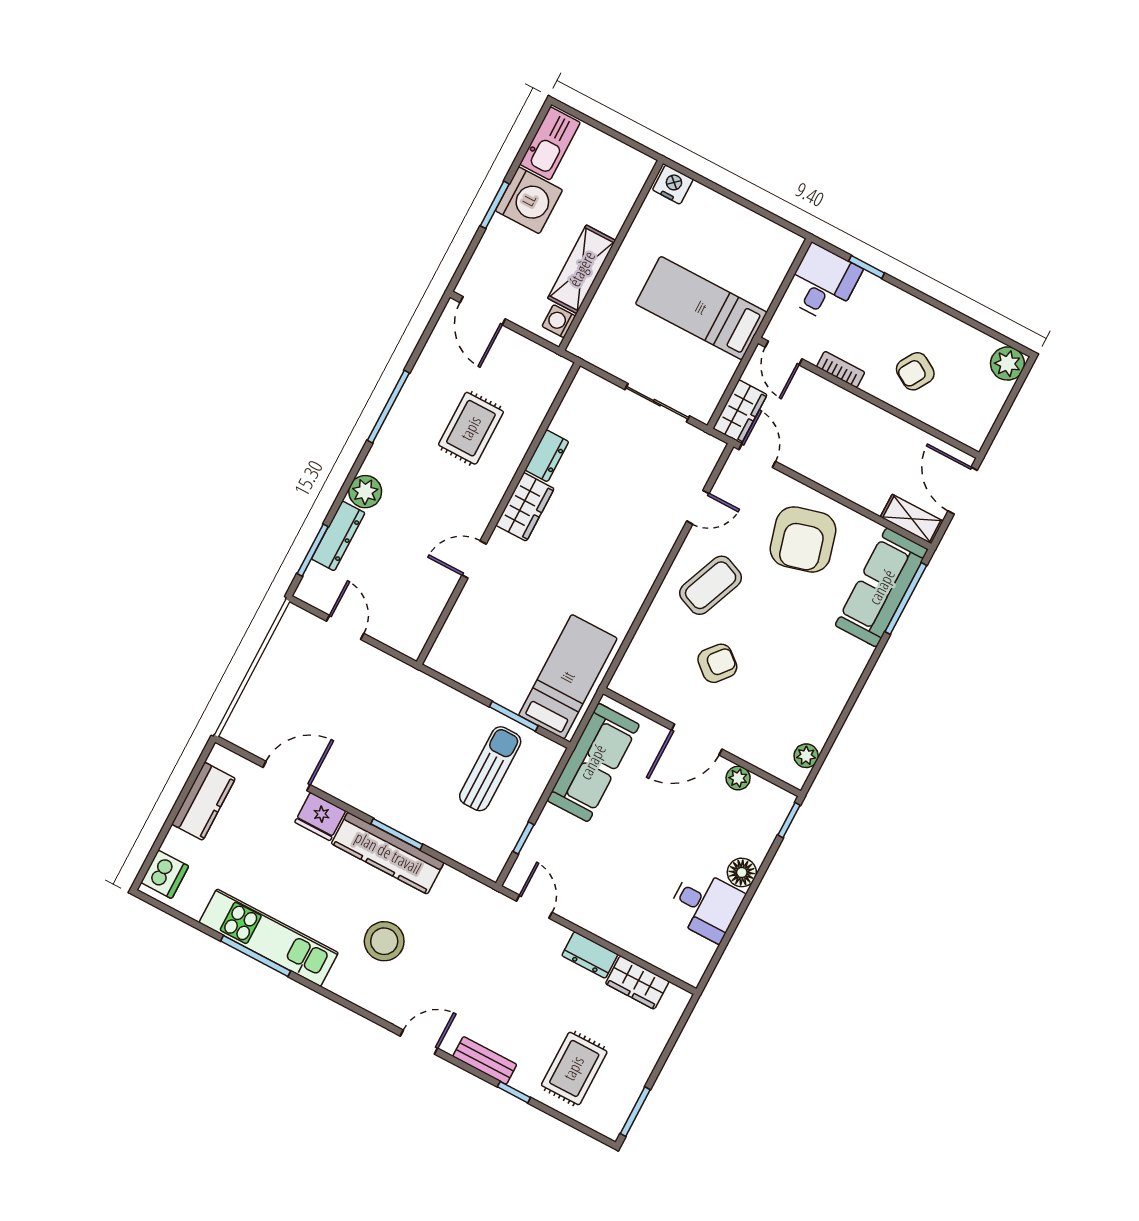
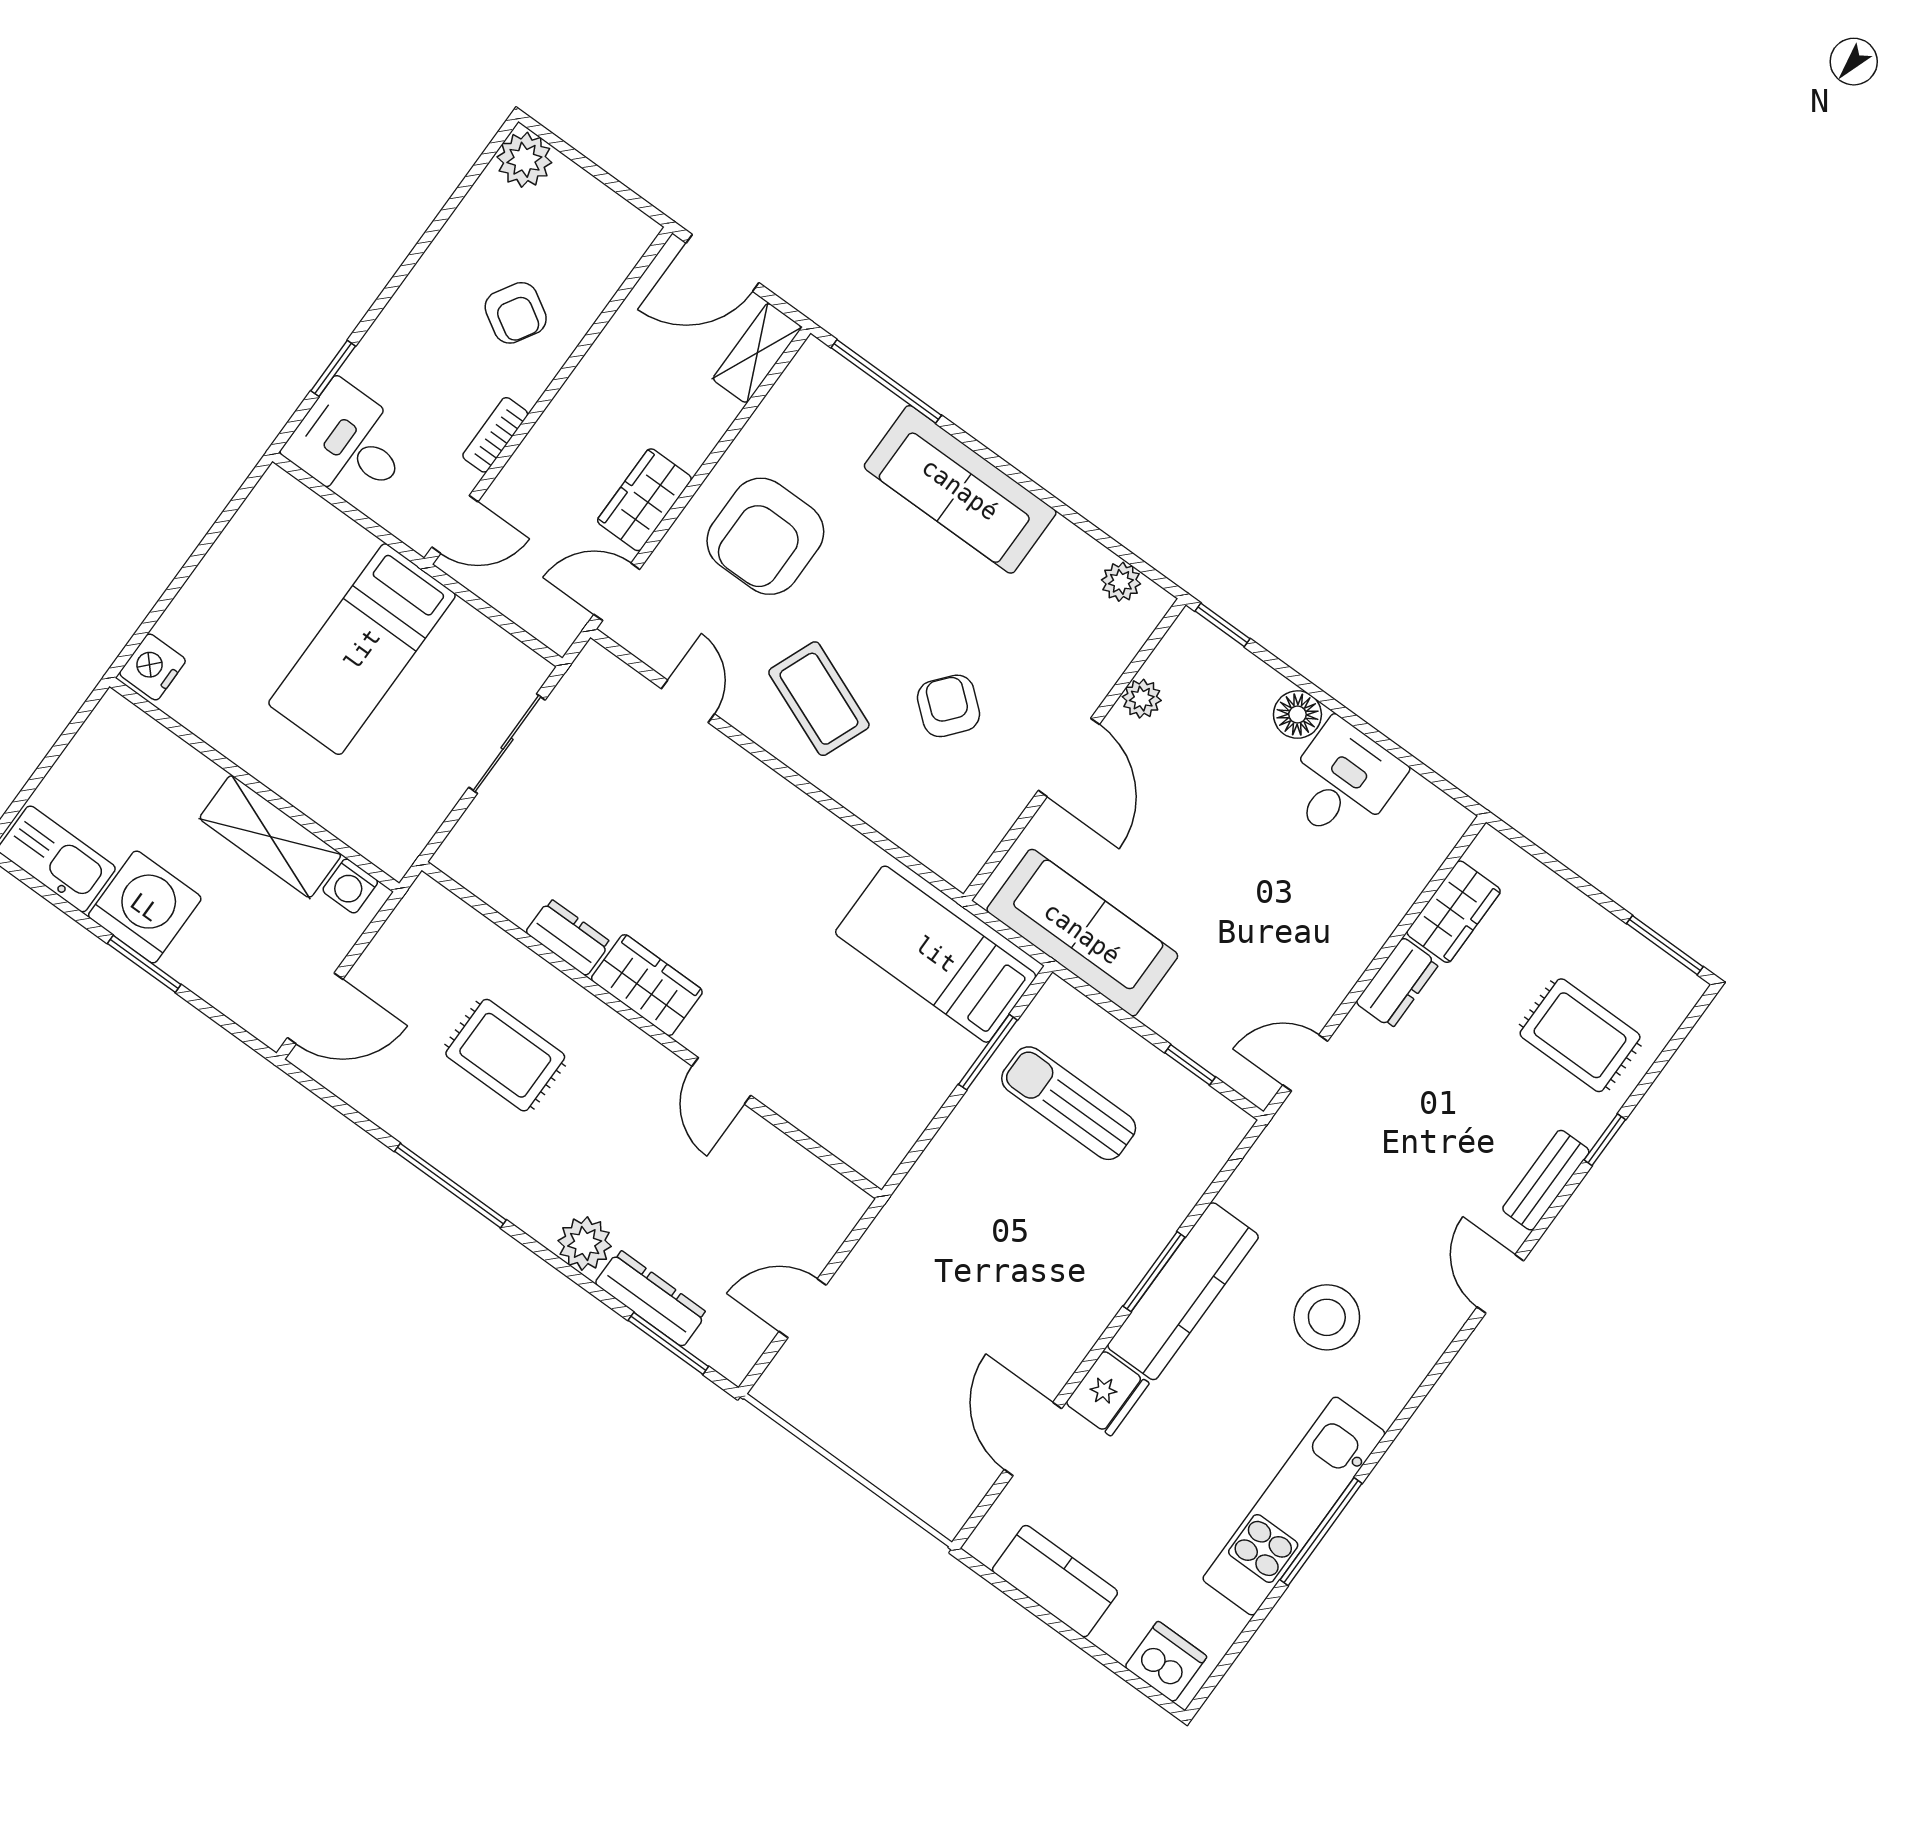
wardrobe: (740, 412) -> (644, 500), moved, turned -90
armchair: (803, 539) -> (765, 536), turned 105
sofa: (882, 587) -> (960, 489), moved

